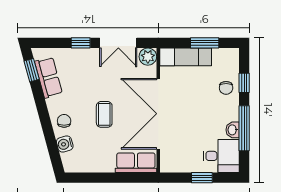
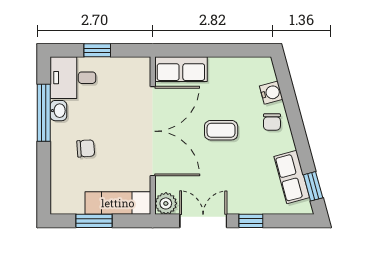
window: (244, 83) -> (44, 170), removed
chair: (226, 88) -> (86, 148), moved, turned 86
coffee table: (104, 114) -> (221, 130), turned 90

